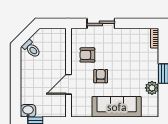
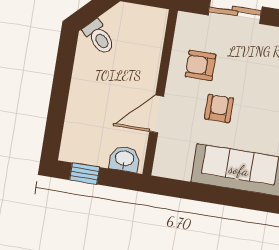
washbasin: (28, 111) -> (124, 159), moved

